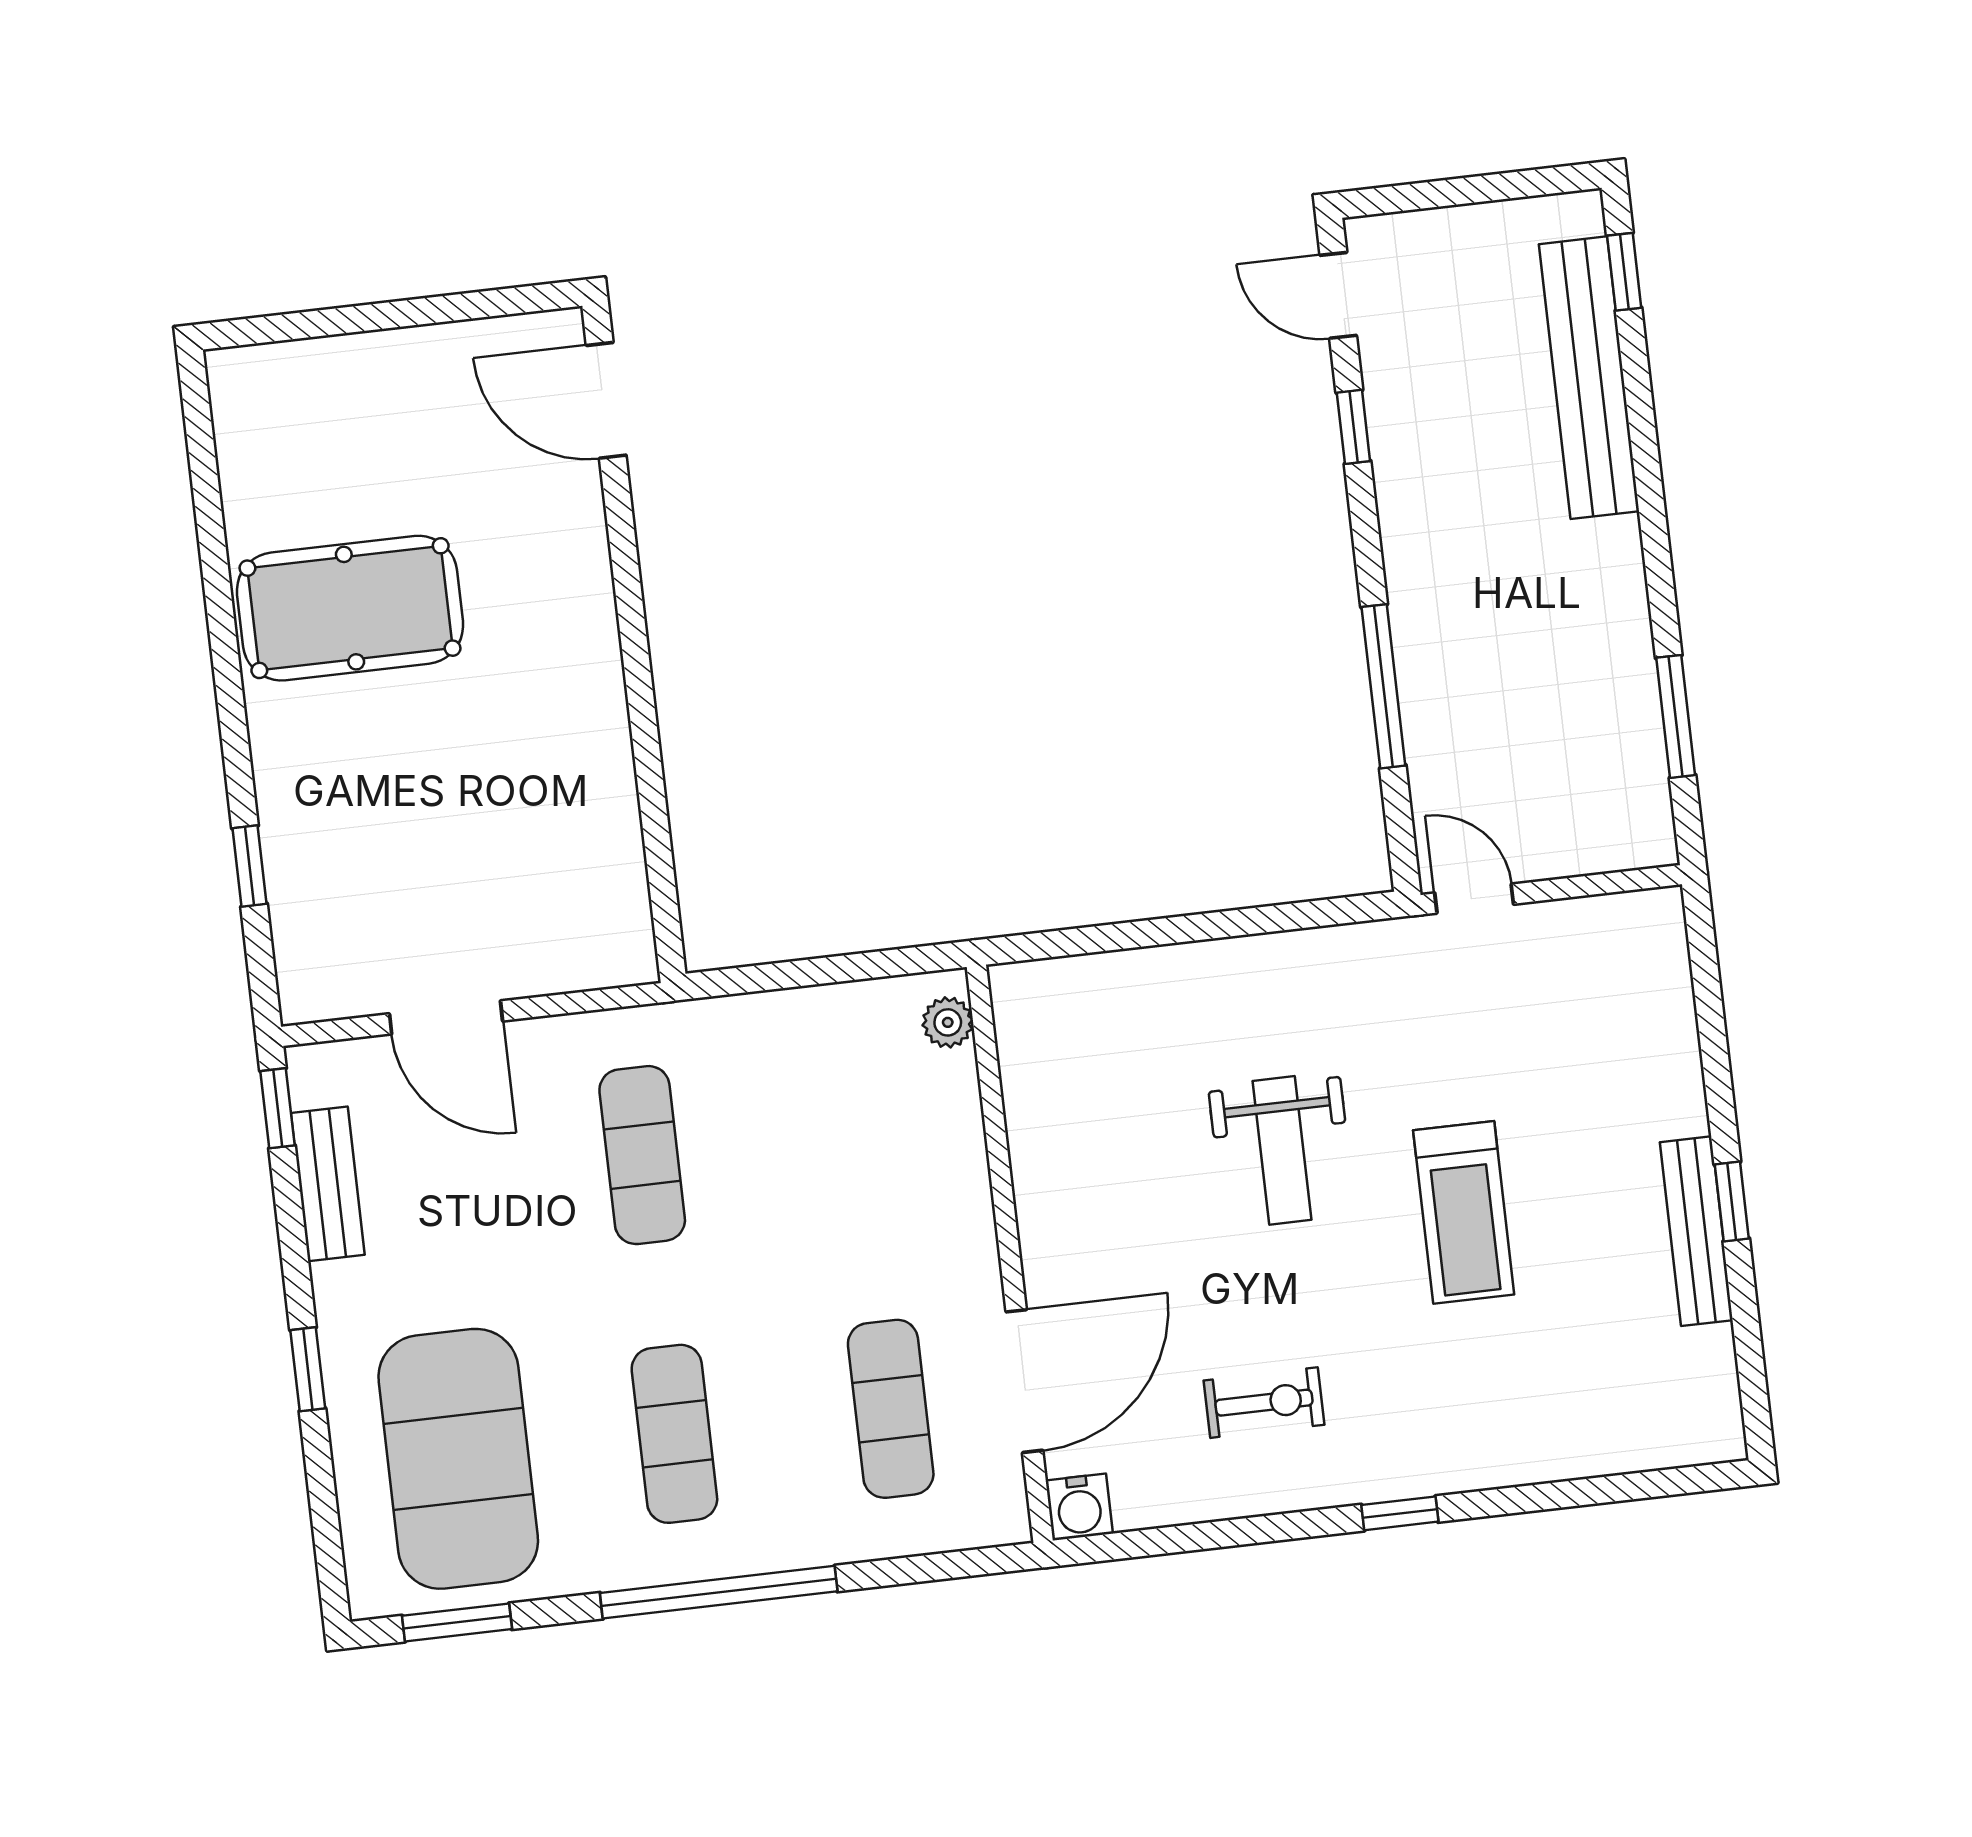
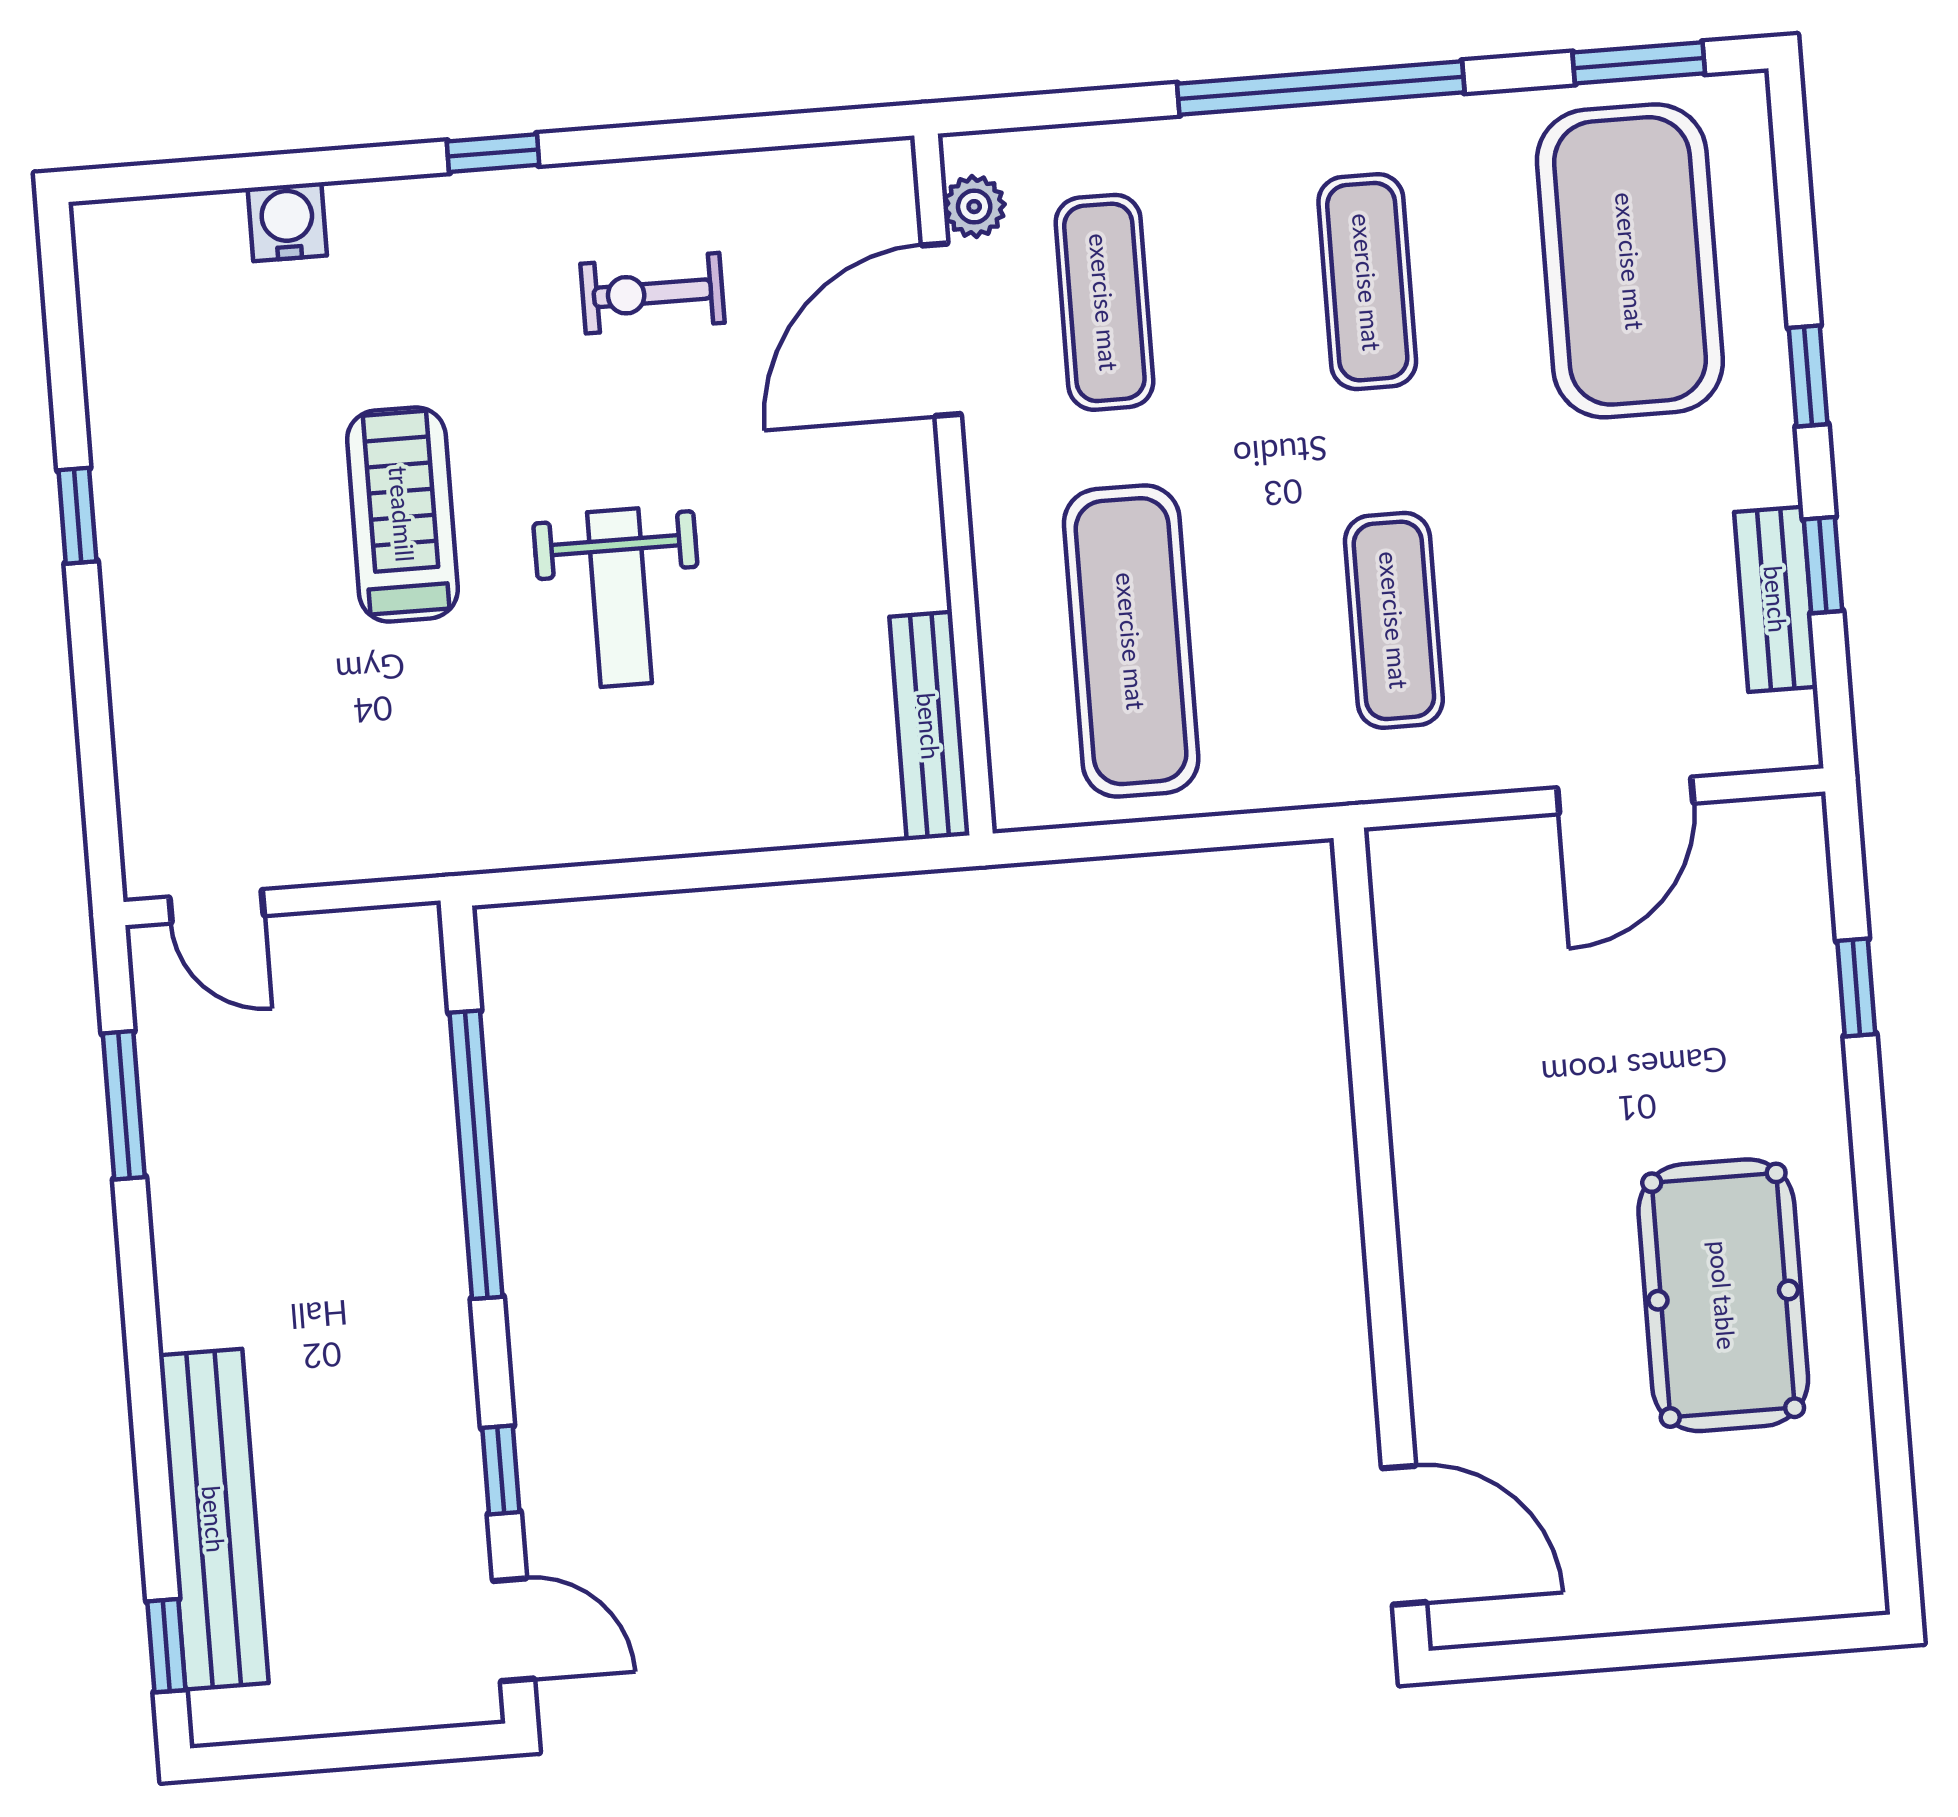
pool table: (350, 608) -> (1723, 1295), turned 90
window: (1383, 686) -> (476, 1155), width x1.46
door: (1474, 899) -> (217, 906), moved
door: (446, 1017) -> (1625, 796), swing flipped
plant: (948, 1022) -> (974, 207), moved
window: (278, 1108) -> (1823, 565), moved
exercise mat: (858, 1130) -> (1131, 641), added
weight bench: (1282, 1150) -> (620, 598), turned 180
bench: (1696, 1231) -> (929, 726), moved
water cooler: (1079, 1507) -> (287, 222), moved

